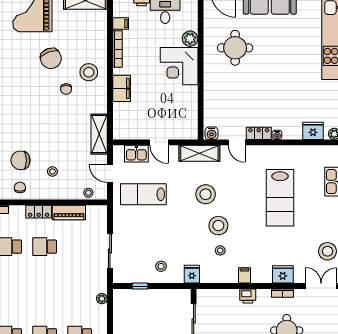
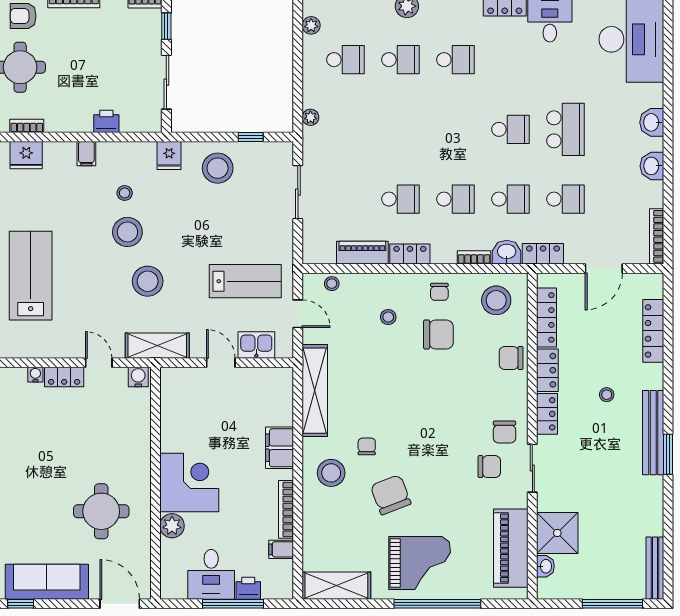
shelving: (99, 134) -> (315, 391), width x1.47
stool: (161, 266) -> (218, 168), width x1.89, depth x1.89
printer: (248, 296) -> (106, 121), moved

